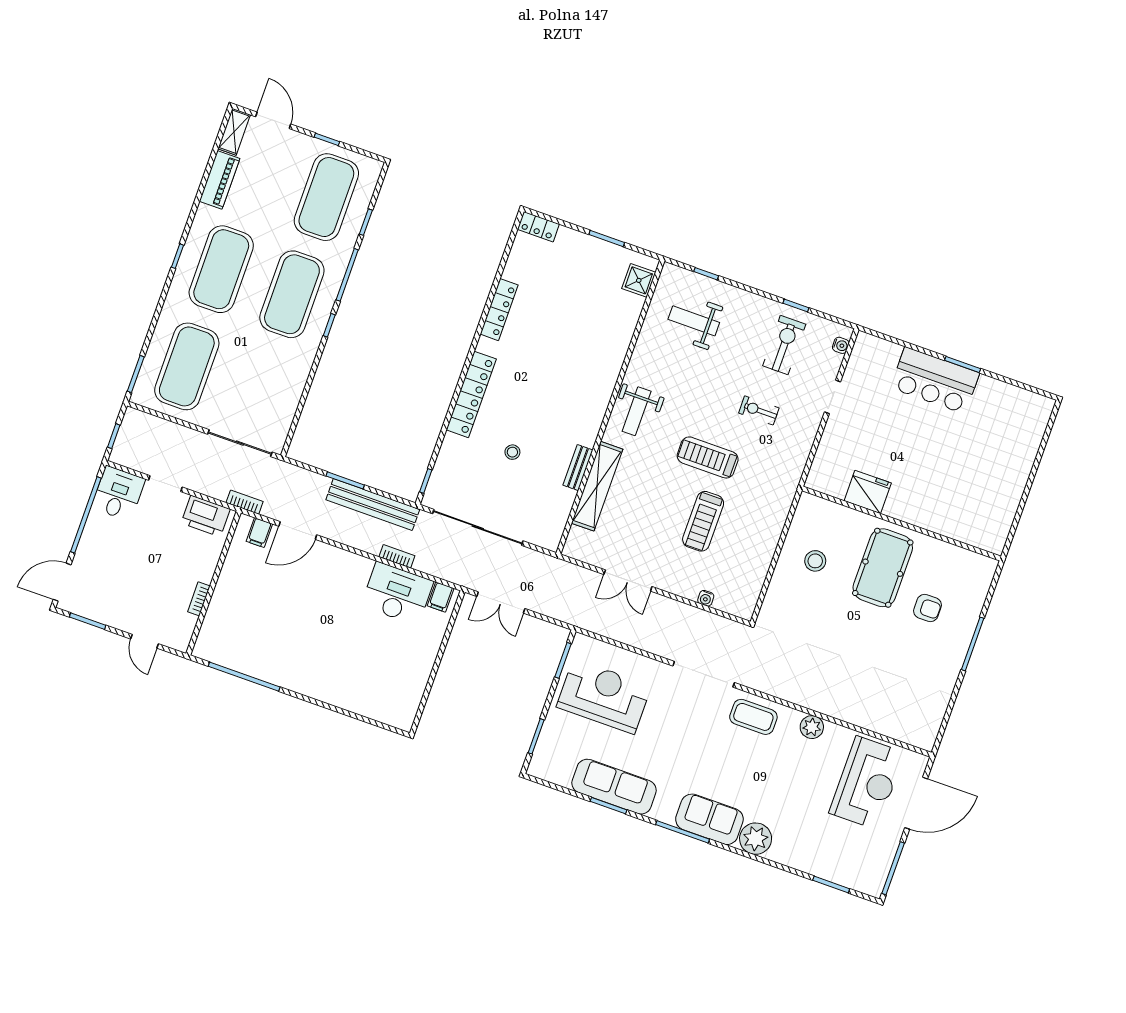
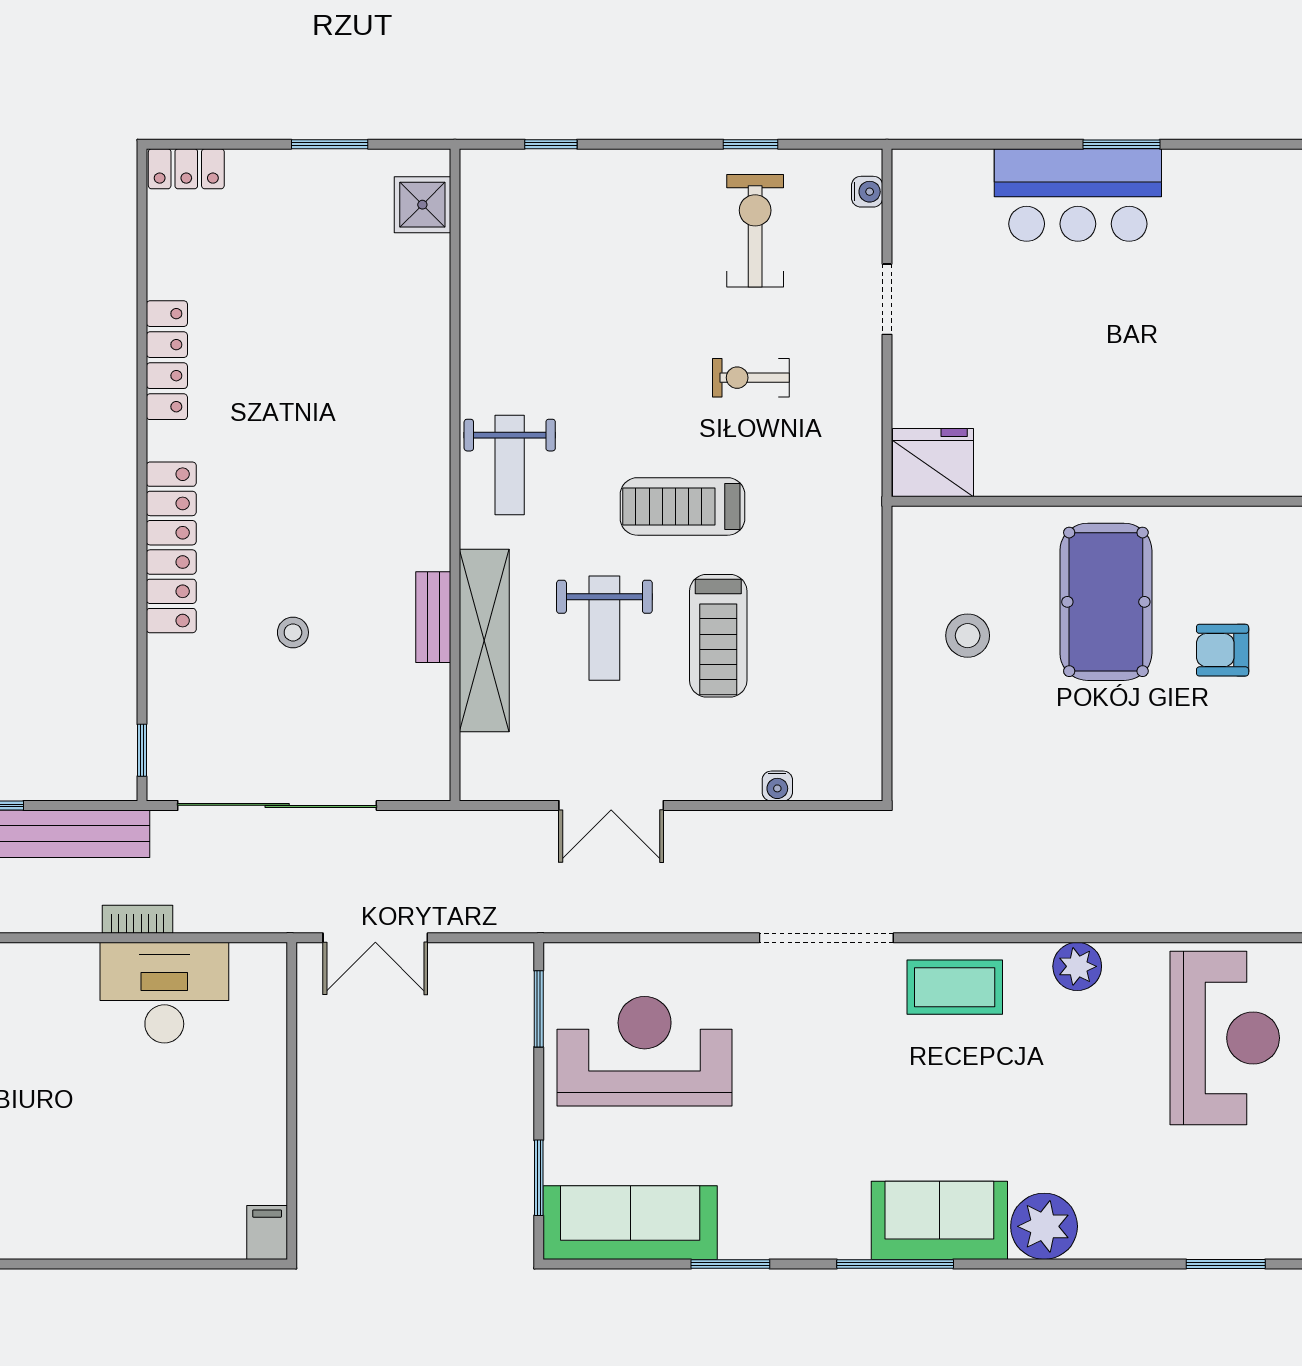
weight bench: (694, 321) -> (604, 628), moved, turned -90
fridge: (868, 492) -> (933, 463), moved
filing cabinet: (441, 597) -> (267, 1233), moved, turned 180
armchair: (928, 608) -> (1223, 650), turned 180
sofa: (614, 787) -> (630, 1223), moved

